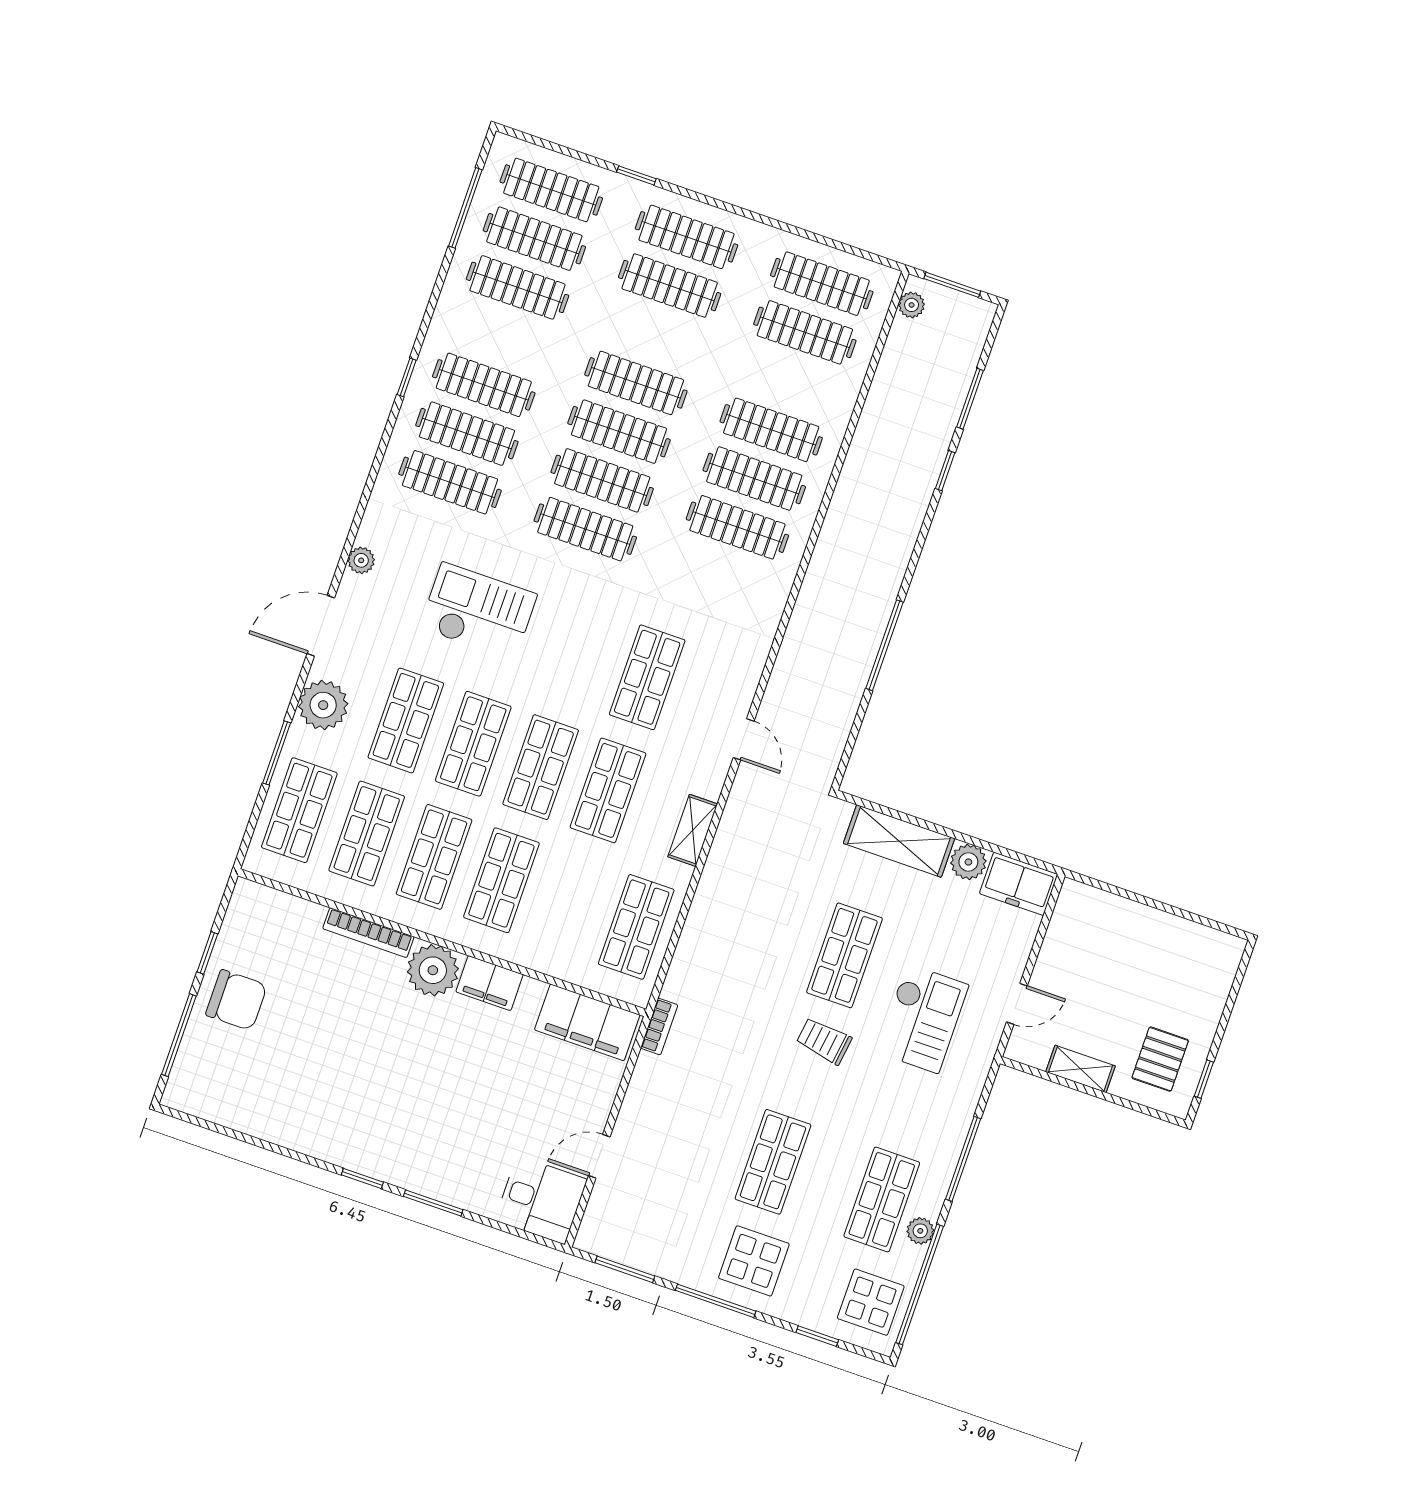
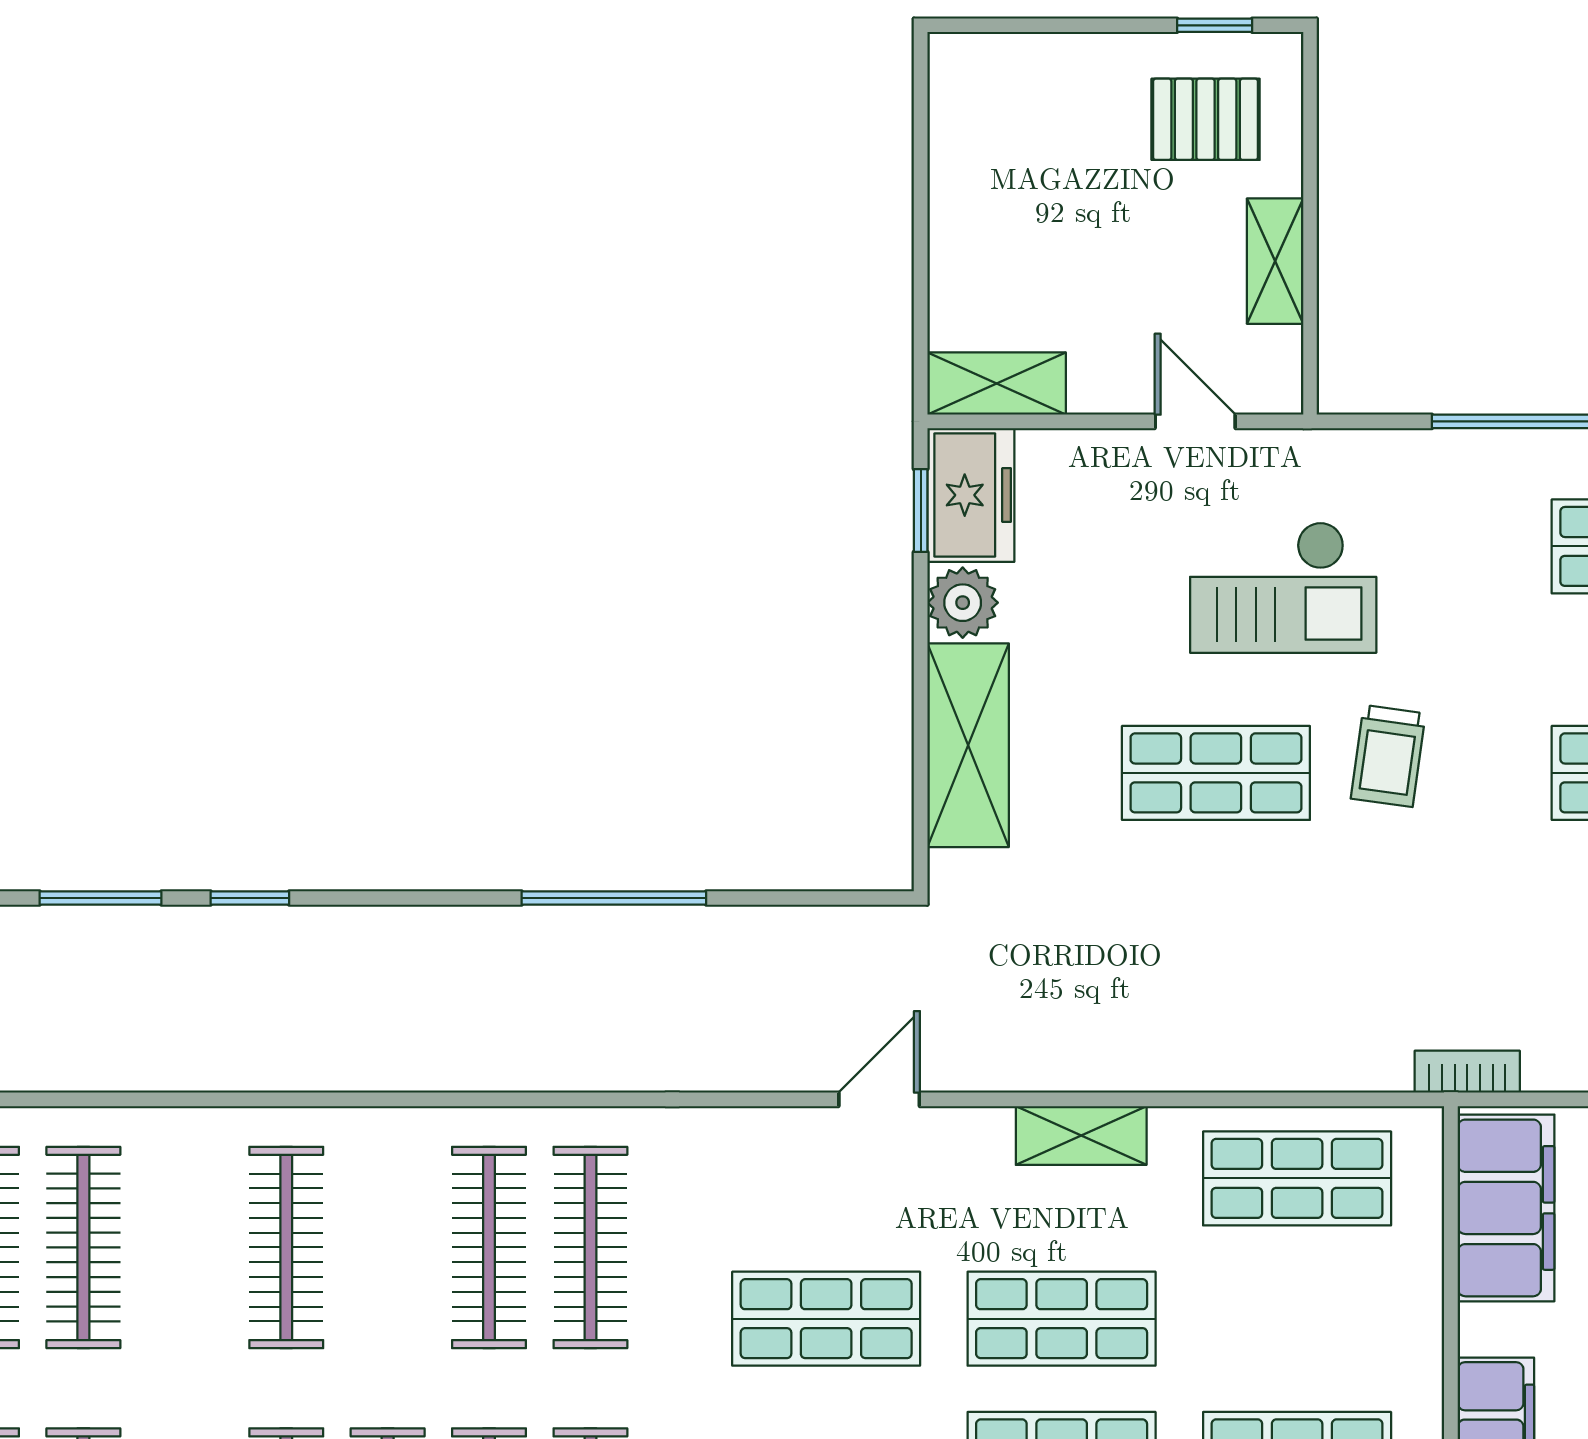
clothes rail: (754, 479) -> (590, 1247), moved
window: (1020, 857) -> (921, 511), added
shelving: (1068, 915) -> (997, 383), added
checkout: (922, 1019) -> (1283, 587), turned 180

